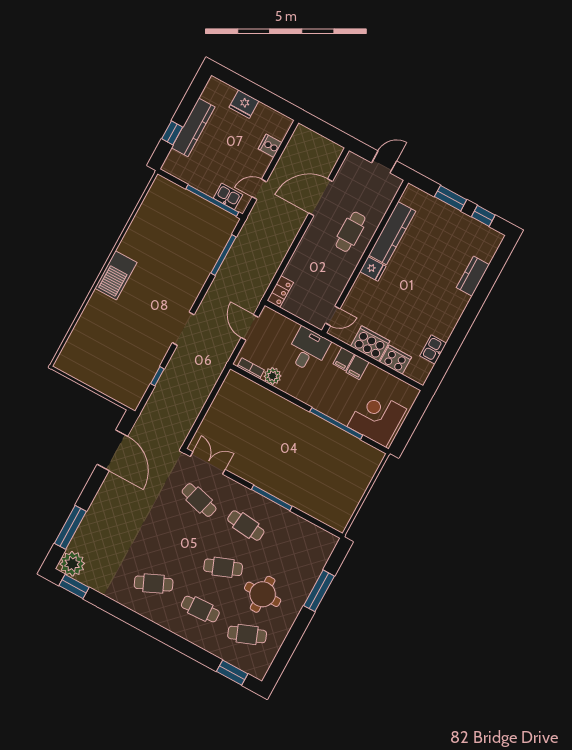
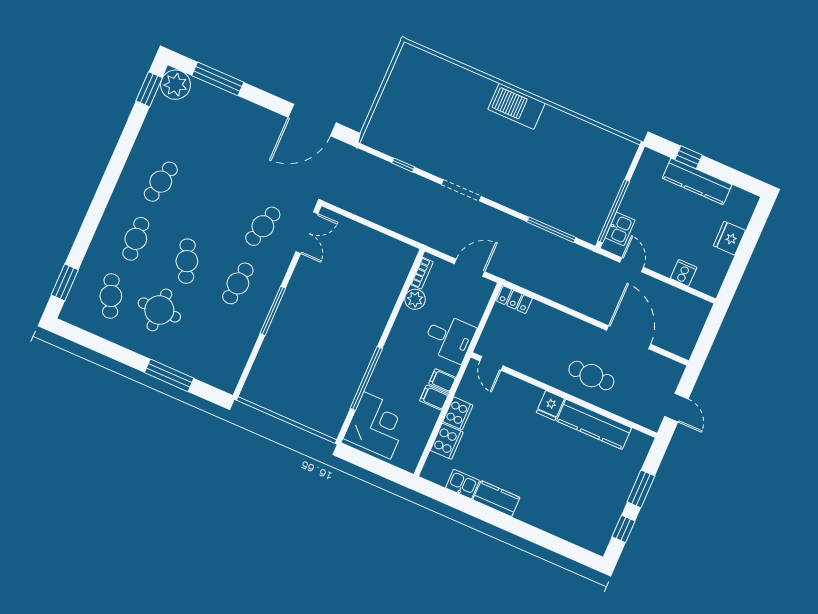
kitchen counter: (473, 276) -> (496, 499), moved
cooker: (370, 344) -> (458, 413), width x0.73, depth x0.76
cafe table: (154, 584) -> (161, 182), turned 36

